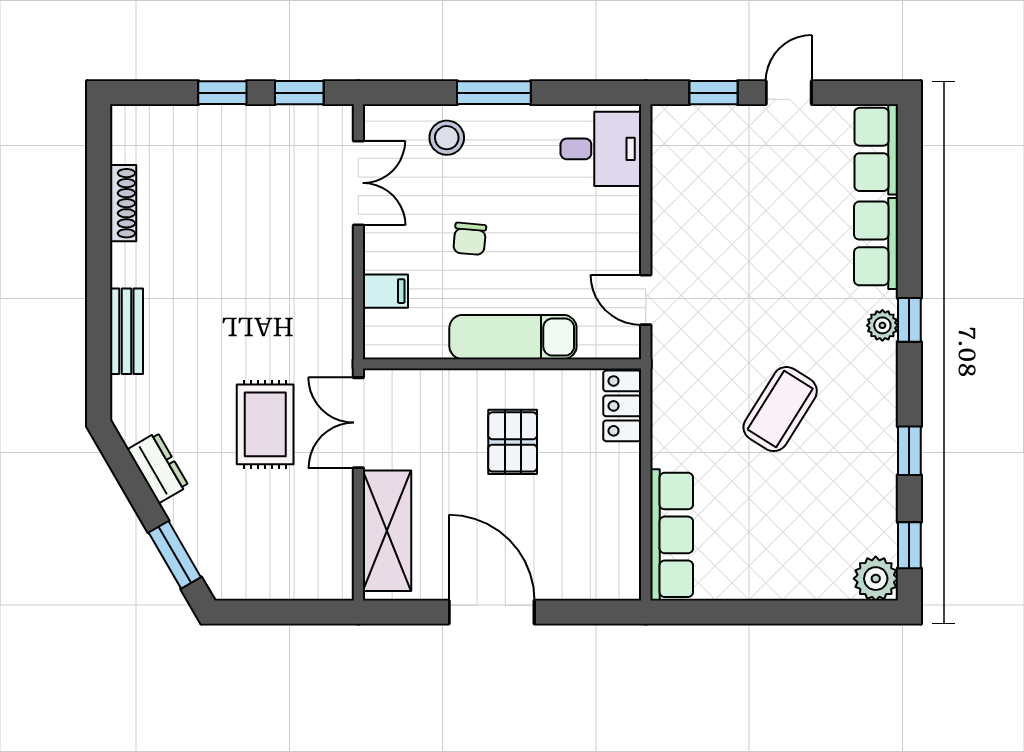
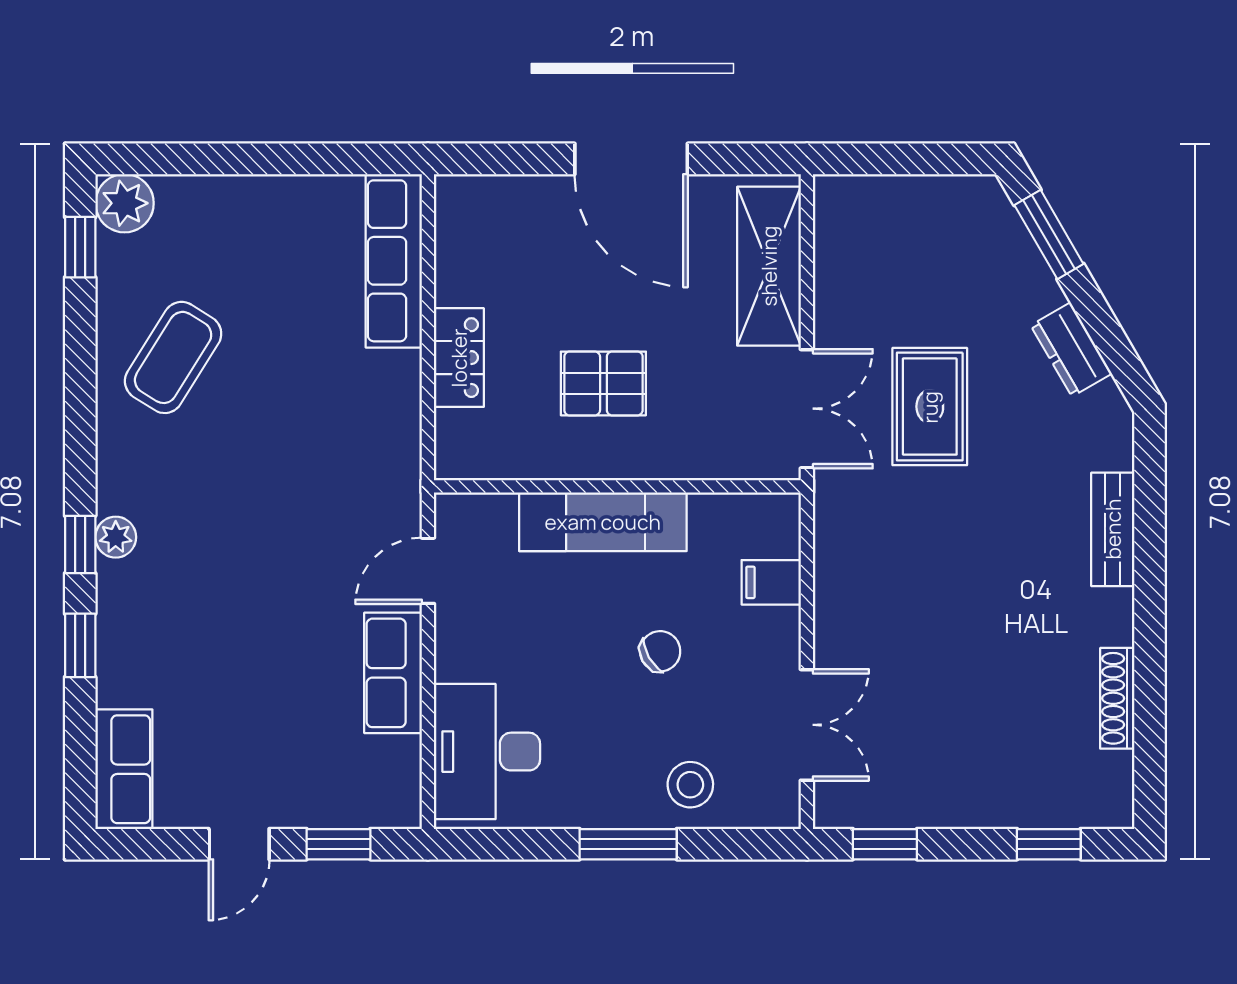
window: (222, 93) -> (1049, 844), moved
desk: (601, 149) -> (487, 752), width x1.37
double door: (358, 183) -> (807, 725), swing flipped
chair: (470, 239) -> (660, 651), turned 55
row of seats: (876, 243) -> (393, 673), moved, turned 180
door: (646, 300) -> (428, 571), swing flipped
locker: (622, 406) -> (459, 358), moved
coffee table: (780, 409) -> (173, 357), moved
pallet: (513, 442) -> (603, 383), turned 90
window: (909, 451) -> (80, 645), moved

